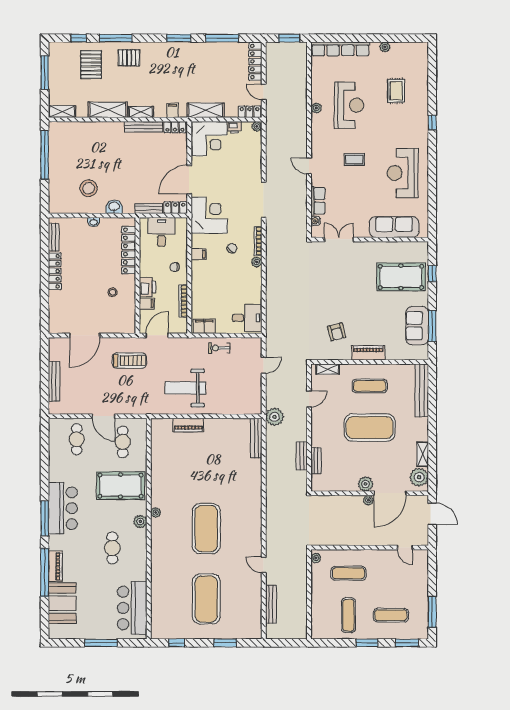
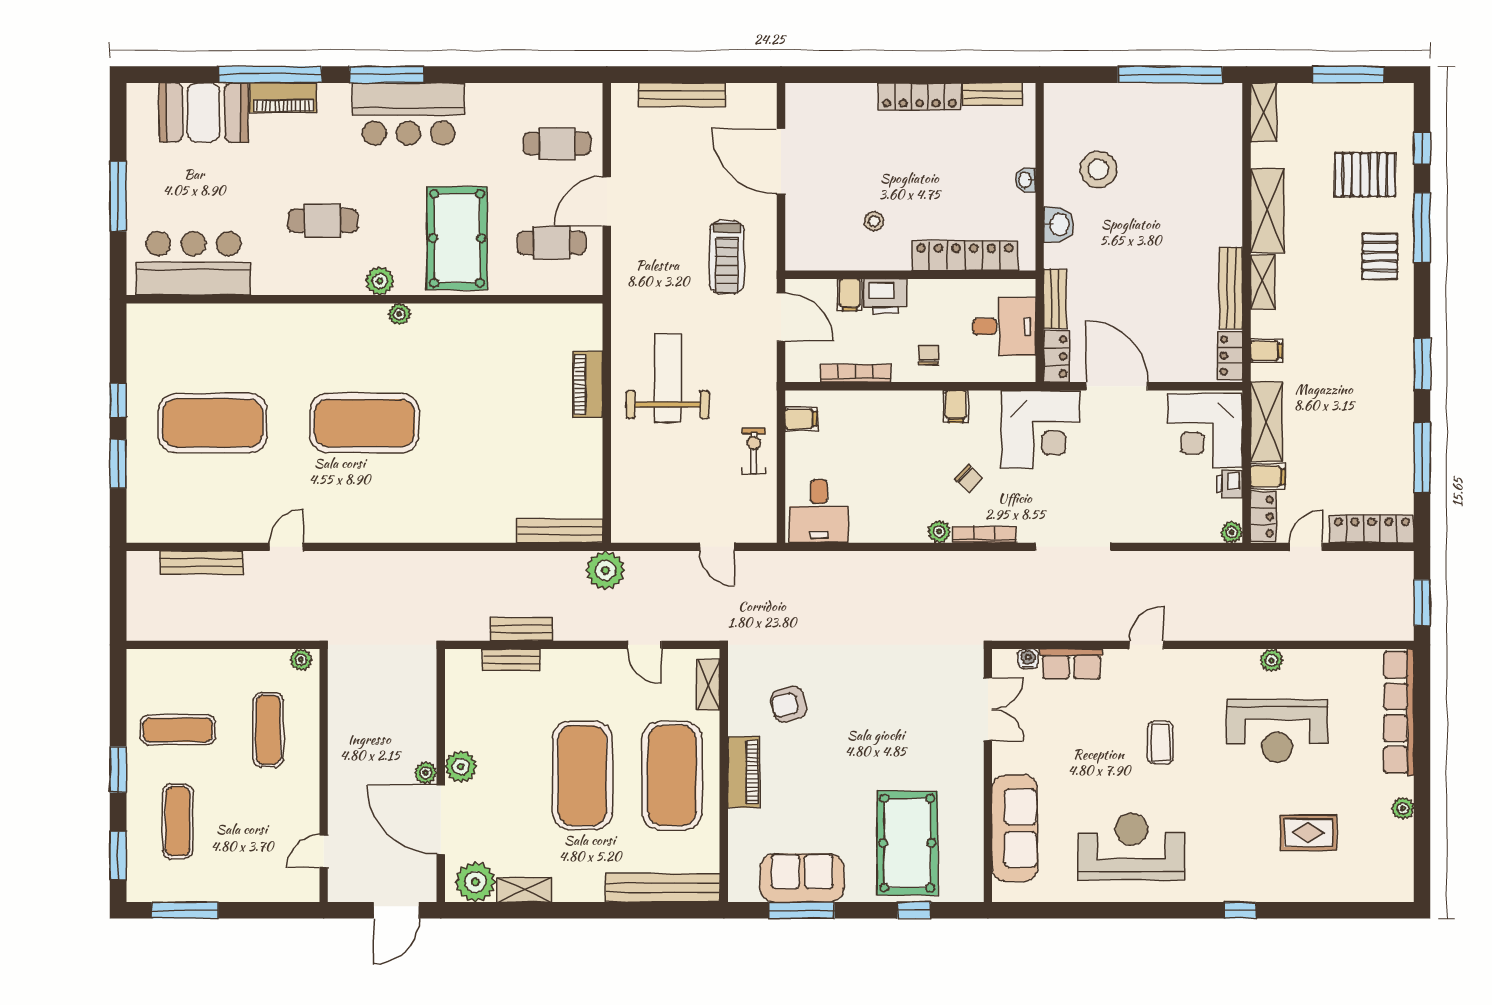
filing cabinet: (231, 110) -> (1268, 476), added
filing cabinet: (204, 326) -> (801, 419), width x0.50
exercise mat: (370, 386) -> (672, 776), width x2.00, depth x1.45
window: (177, 643) -> (118, 400), moved

